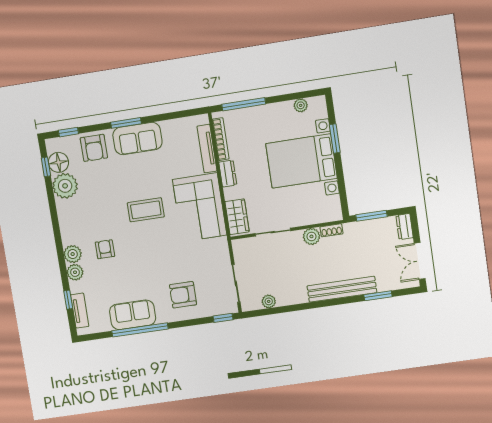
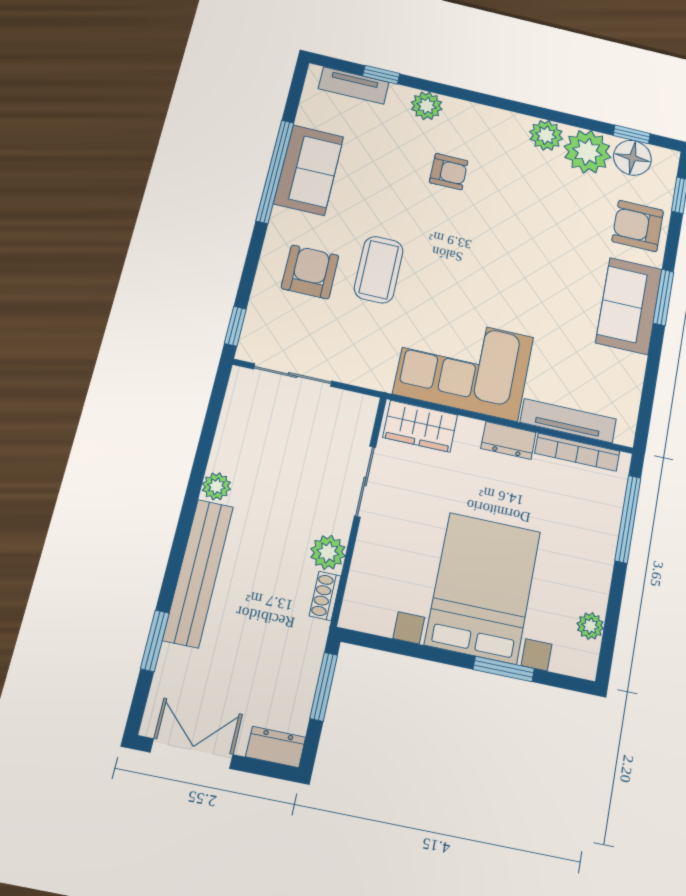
coffee table: (146, 210) -> (379, 270), moved
plant: (73, 254) -> (546, 135), moved
plant: (269, 301) -> (216, 486), moved

